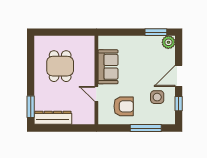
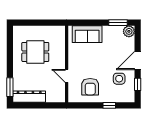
dining table: (60, 66) -> (35, 52), turned 90
sofa: (108, 67) -> (87, 34), moved, turned 90
armchair: (124, 106) -> (90, 87), turned 90
window: (146, 128) -> (109, 105), width x0.46

